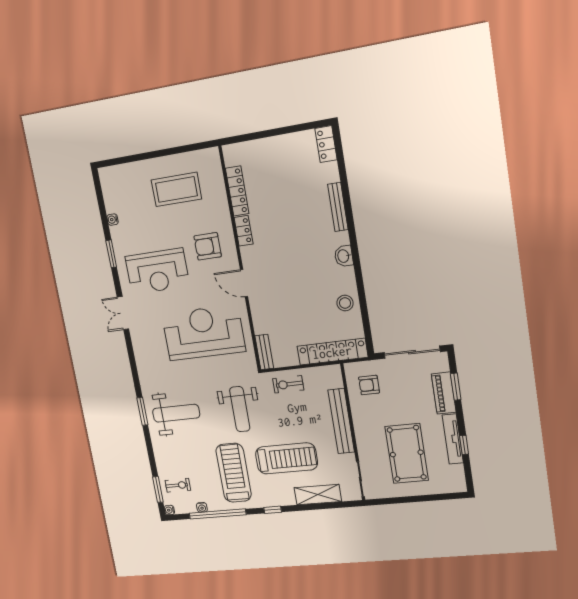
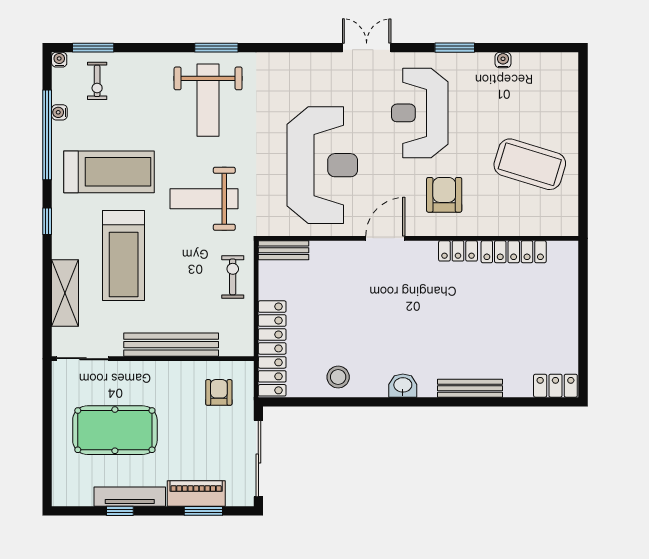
coffee table: (176, 189) -> (530, 164), turned -73

